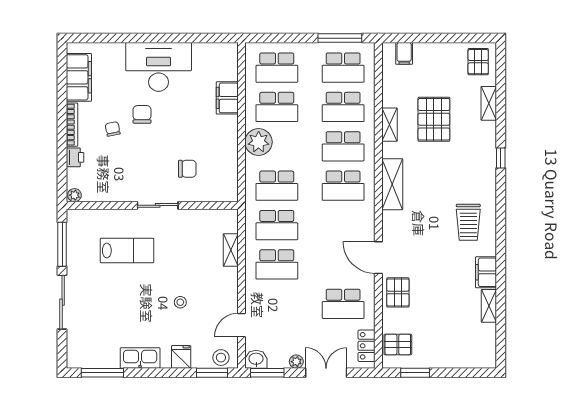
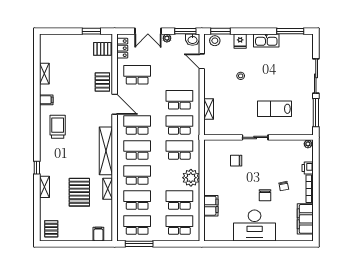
shelving: (489, 103) -> (45, 187), moved
shelving: (392, 184) -> (106, 151), width x1.47
school desk: (343, 225) -> (137, 125), added
filing cabinet: (486, 272) -> (46, 100), width x0.50
door: (241, 325) -> (202, 61), swing flipped

